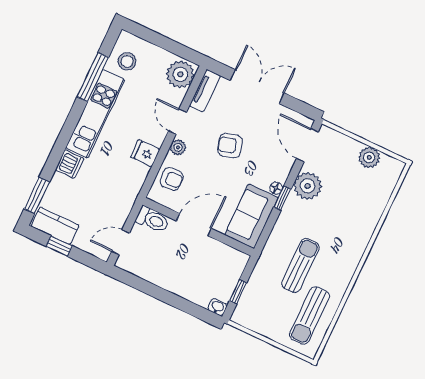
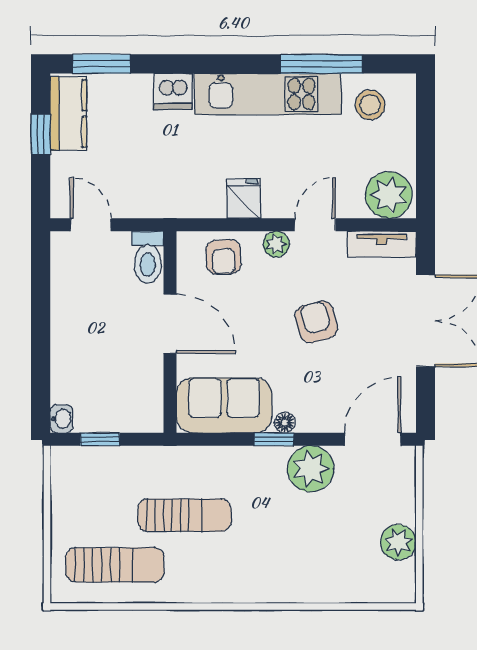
sun lounger: (309, 315) -> (115, 565), turned 180

